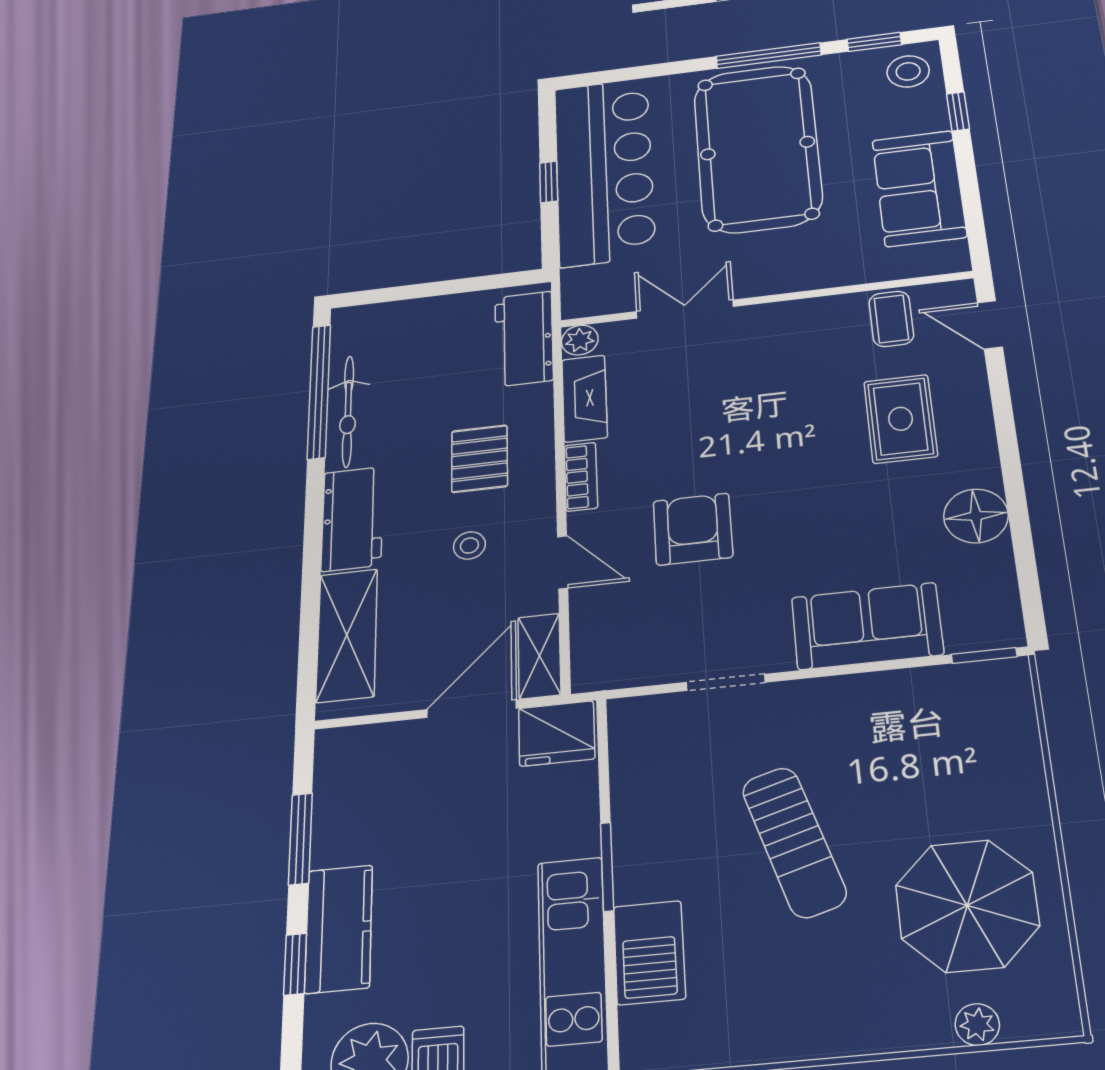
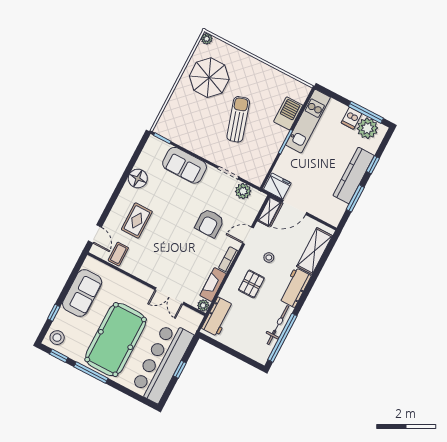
door: (563, 562) -> (248, 236), hinge flipped
plant: (650, 661) -> (243, 191), added
kitchen counter: (339, 929) -> (354, 175), width x1.50
plant: (977, 1025) -> (207, 39), moved

